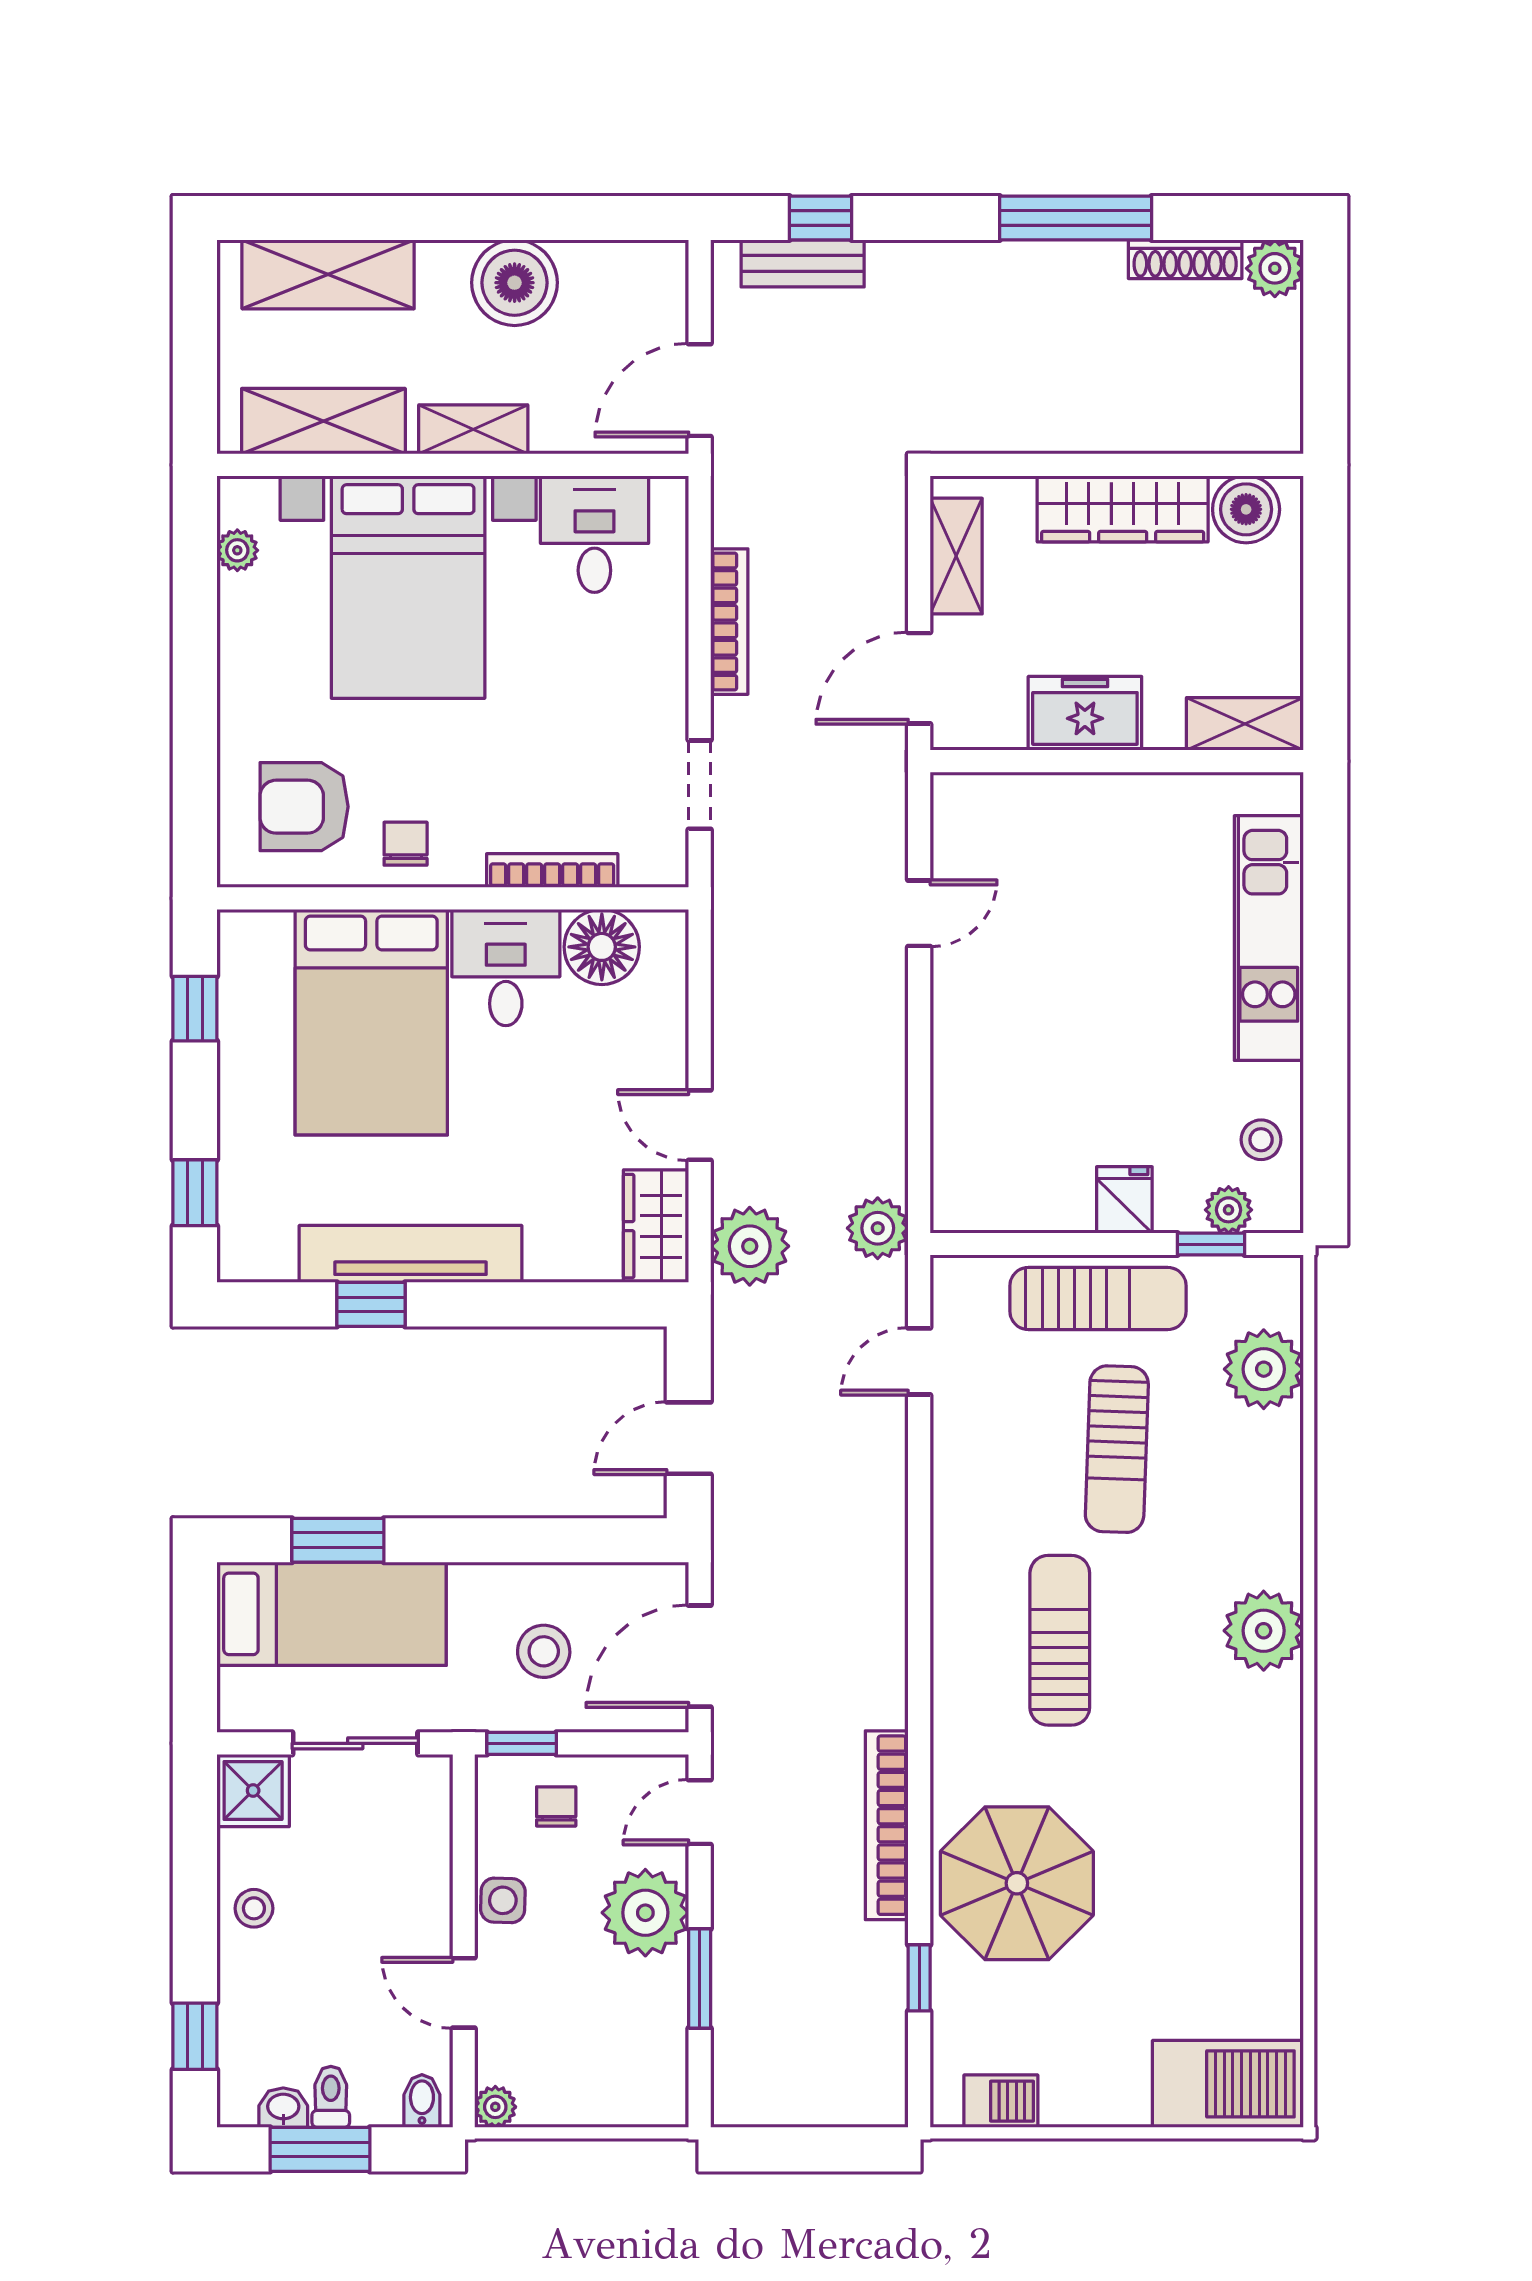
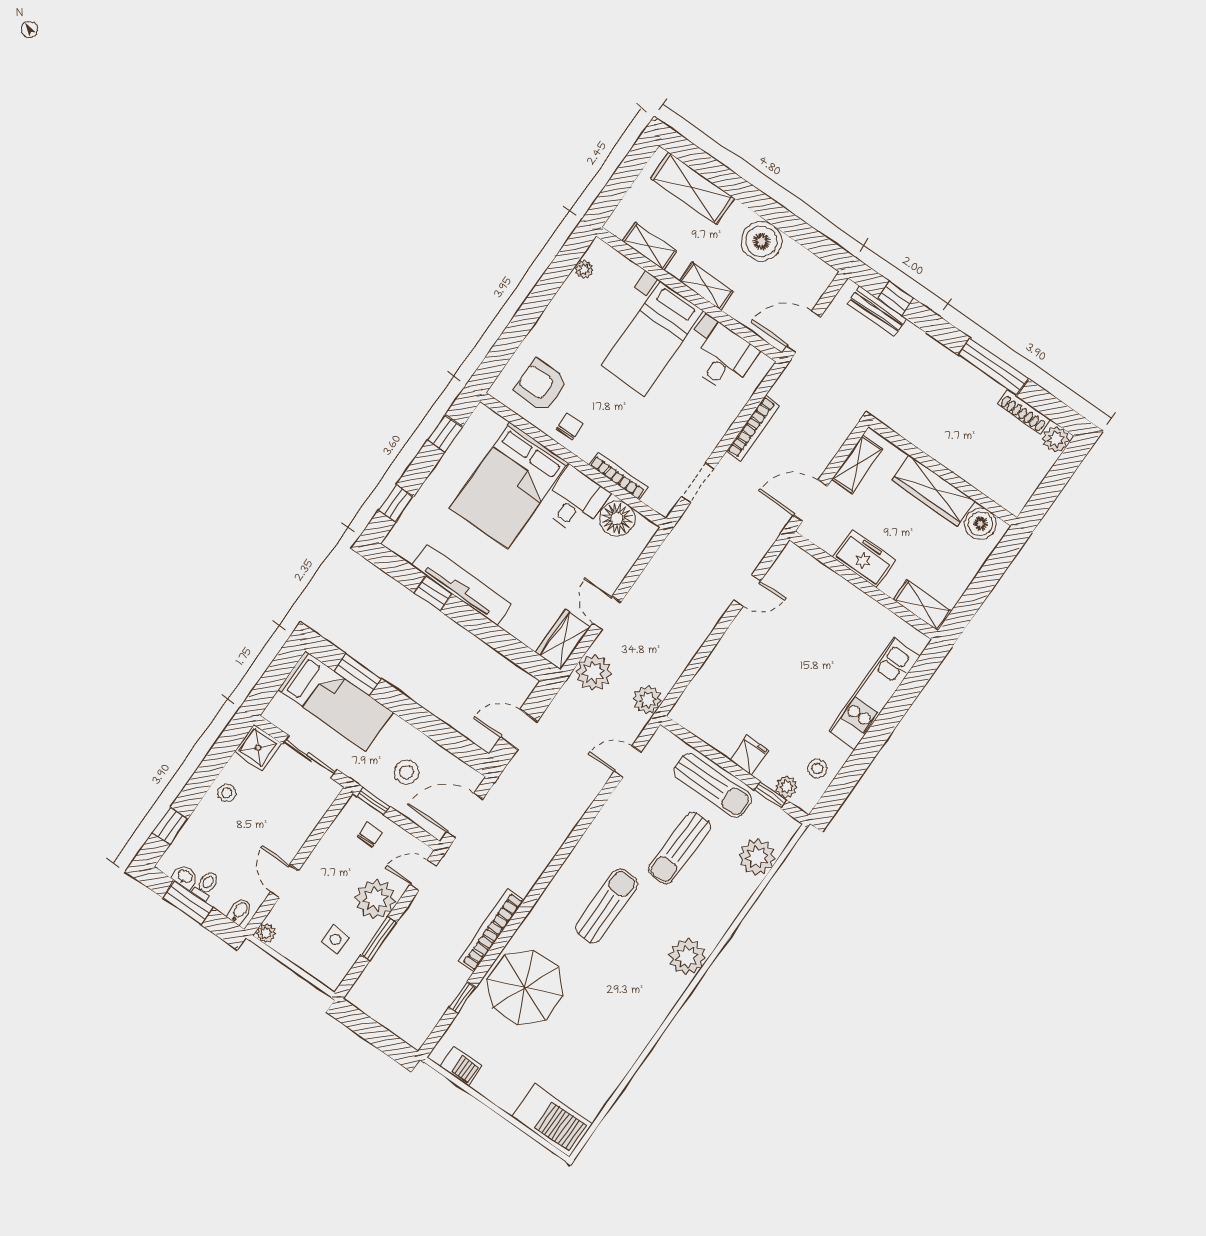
shelving: (323, 421) -> (649, 246), width x0.67, depth x0.75
bed with nightstands: (408, 587) -> (652, 338), width x0.73
side table: (503, 1900) -> (335, 939), moved

